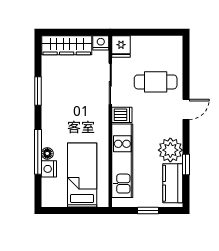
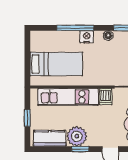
floor lamp: (47, 153) -> (108, 35), moved
window: (186, 165) -> (80, 149), moved
nightstand: (49, 169) -> (87, 37), moved

